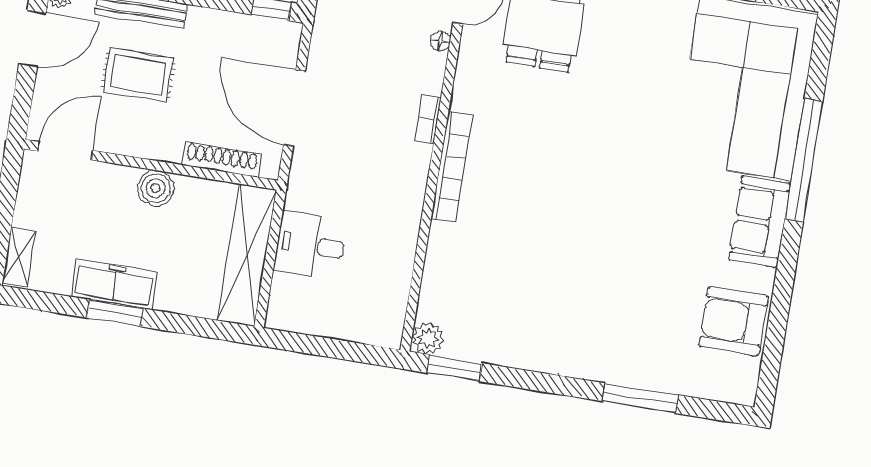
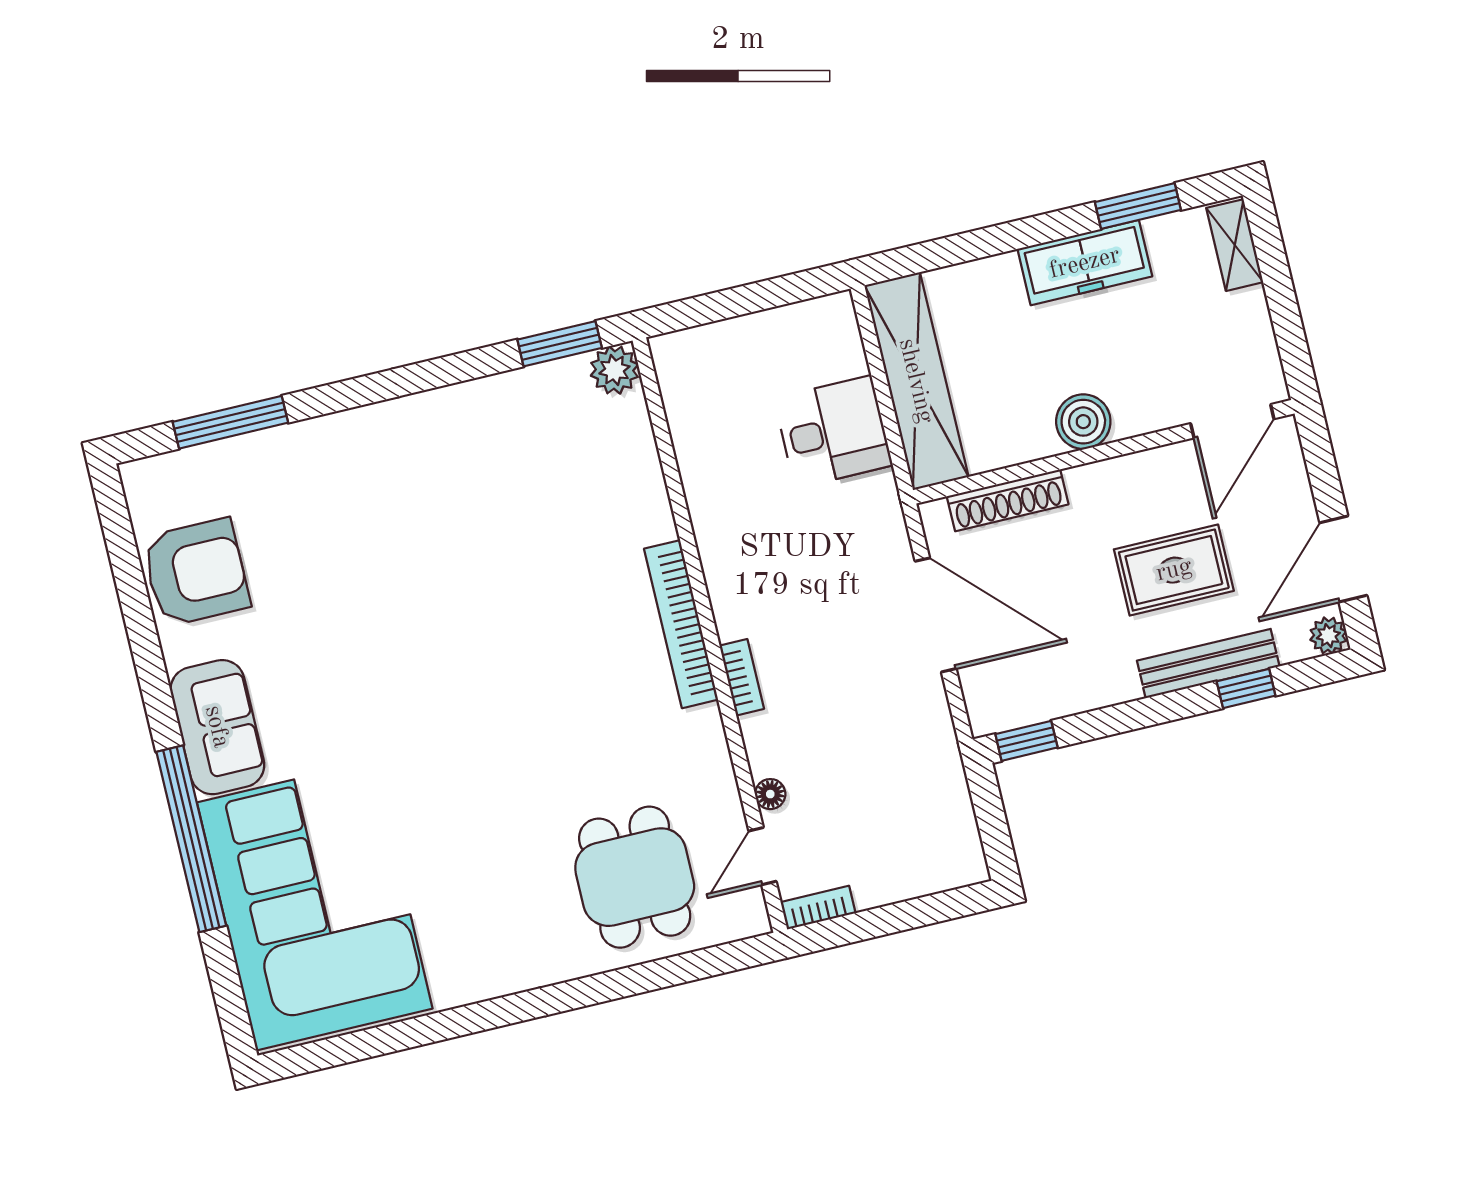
window: (115, 313) -> (1138, 206), moved
window: (641, 398) -> (230, 422), moved

